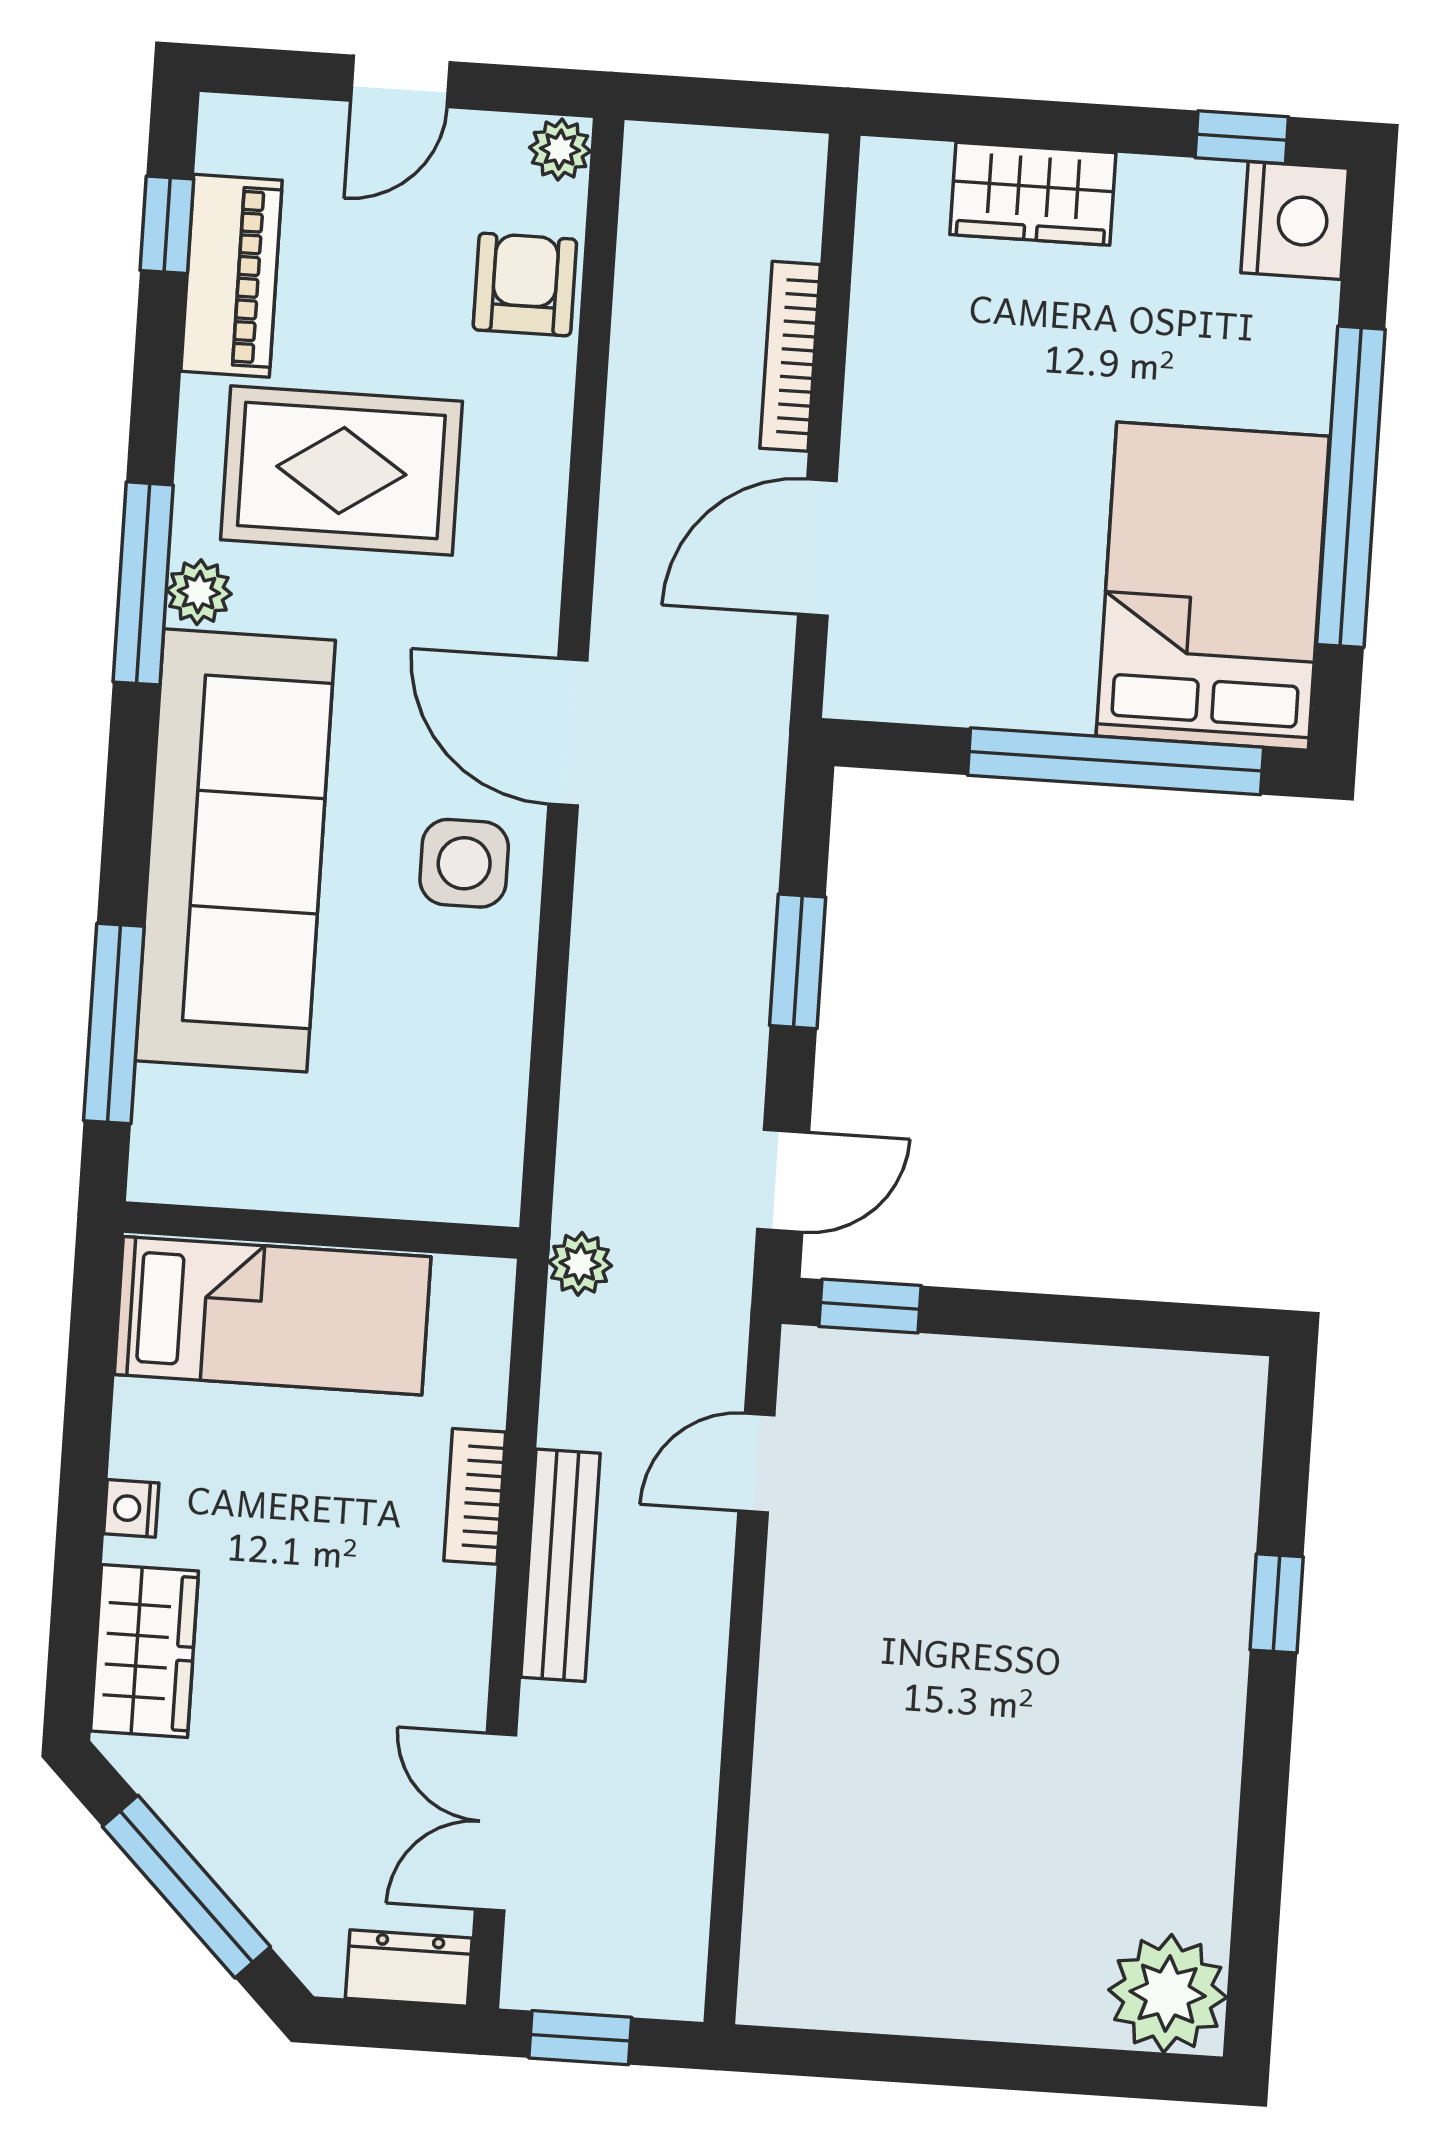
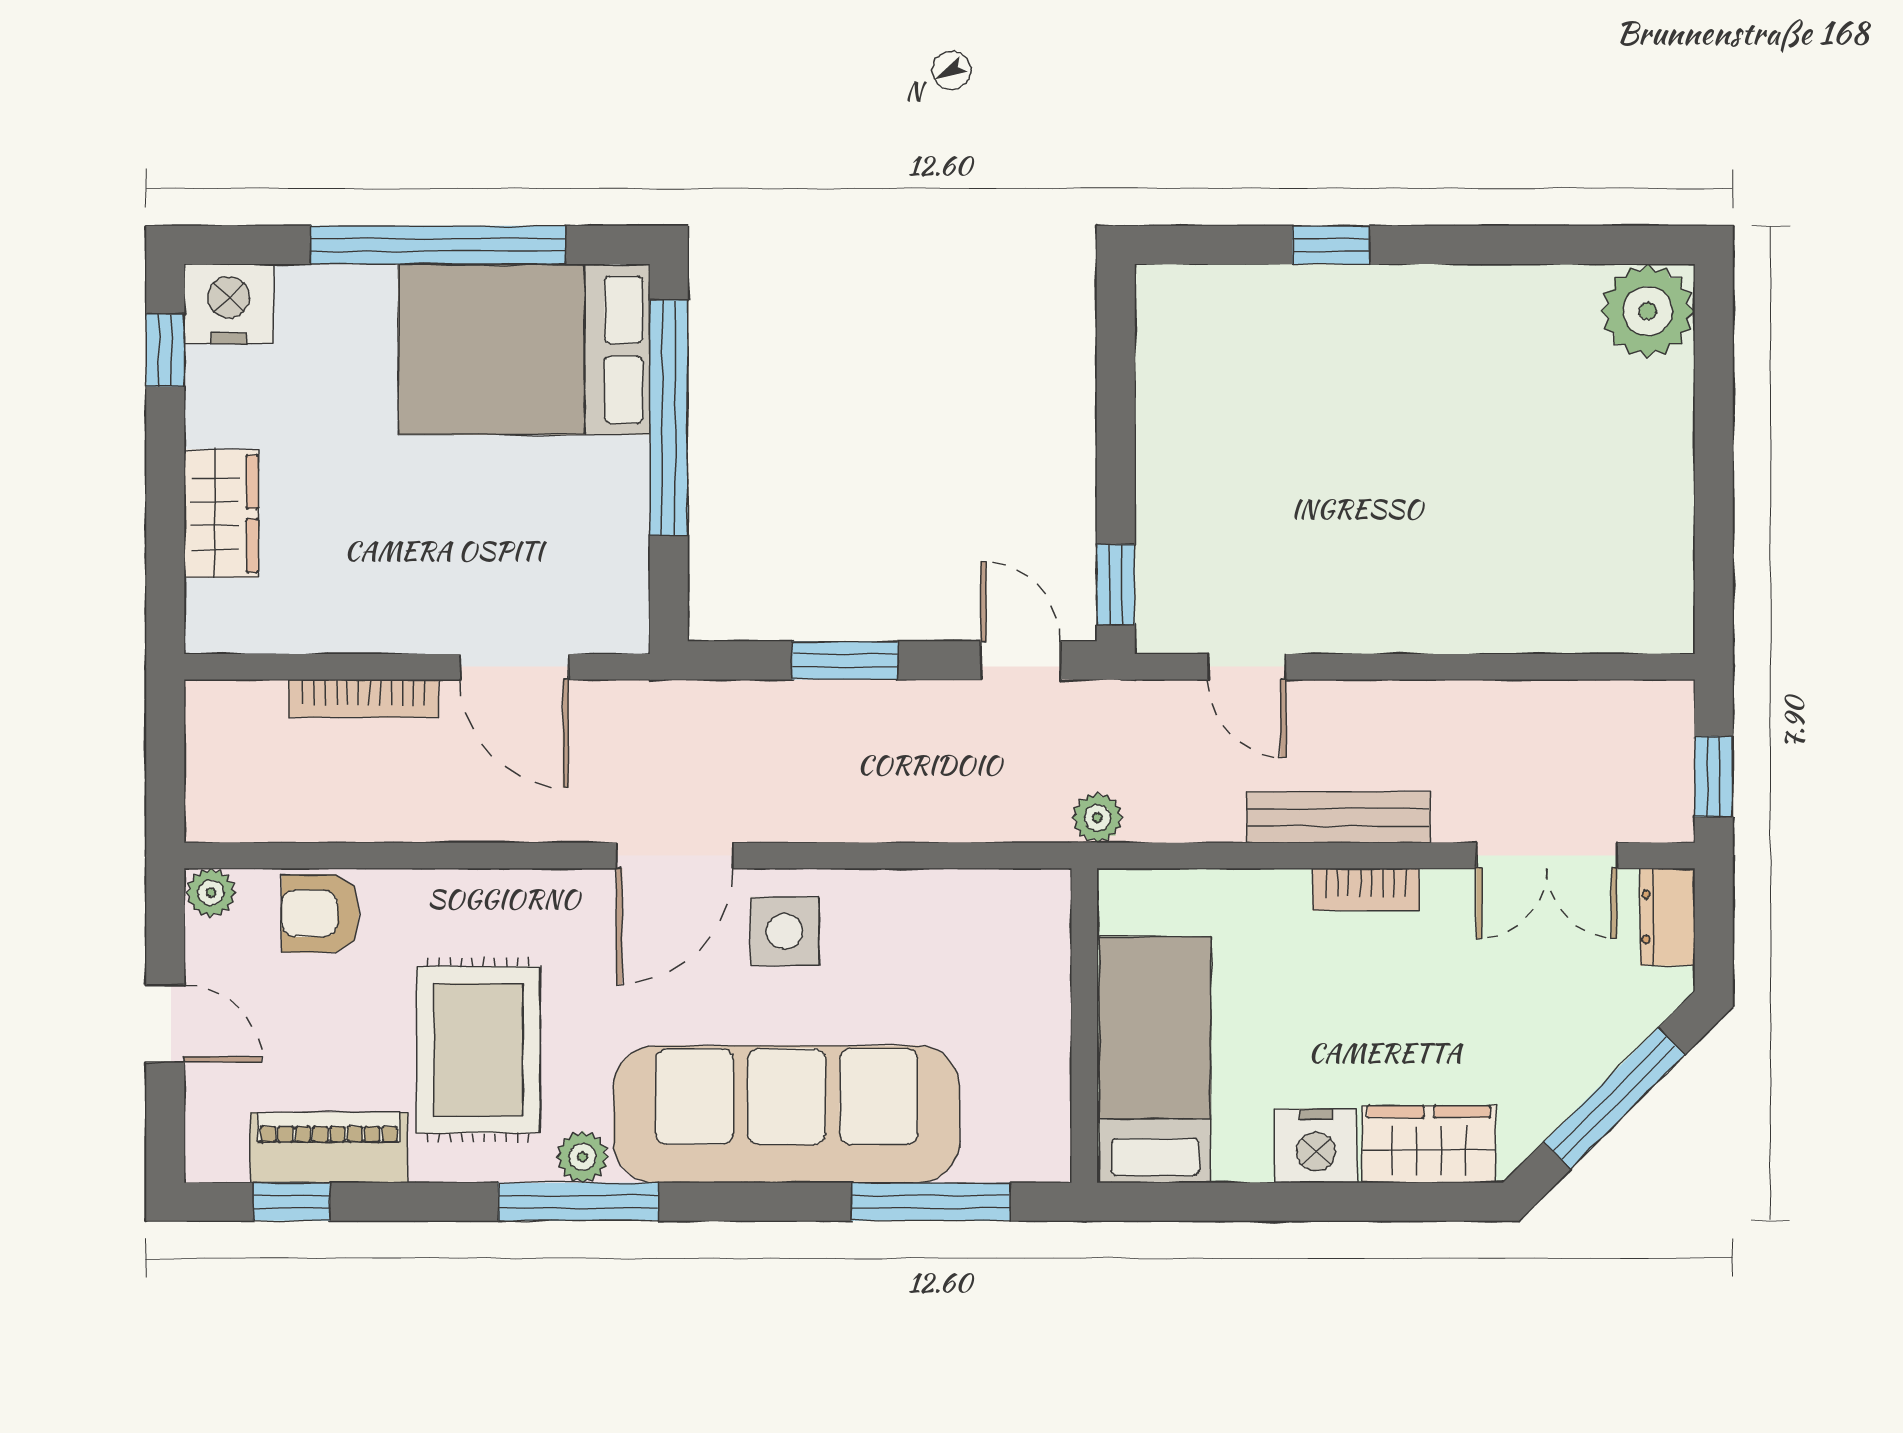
bookcase: (475, 1496) -> (1366, 889), moved
nightstand: (131, 1508) -> (1316, 1146), width x1.89, depth x1.79

